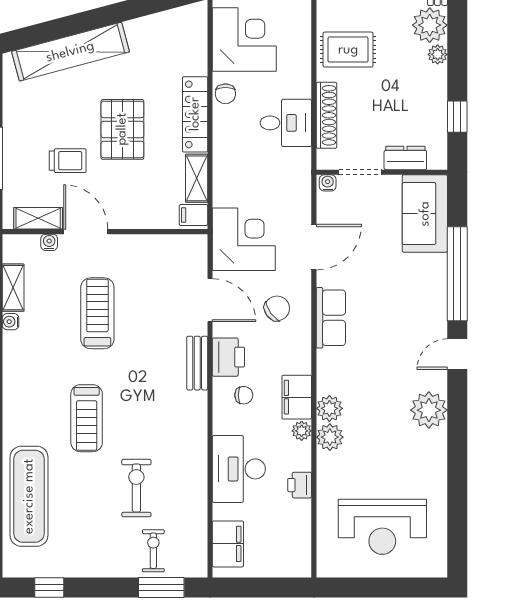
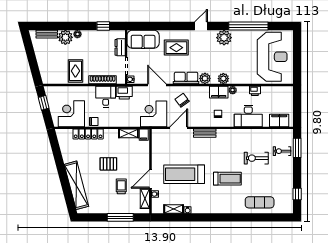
locker: (195, 114) -> (88, 134), moved
pallet: (122, 129) -> (108, 164), width x0.67, depth x0.71
window: (457, 274) -> (248, 26), moved
rug: (405, 294) -> (176, 48), added
treadmill: (97, 313) -> (184, 174), width x1.37, depth x1.38
door: (457, 354) -> (201, 26), swing flipped
printer: (228, 357) -> (124, 93), moved, turned 180
plant: (330, 437) -> (205, 78), moved
exercise mat: (29, 496) -> (260, 202), width x0.73, depth x0.69
reception desk: (382, 527) -> (272, 57), width x1.36, depth x1.30

